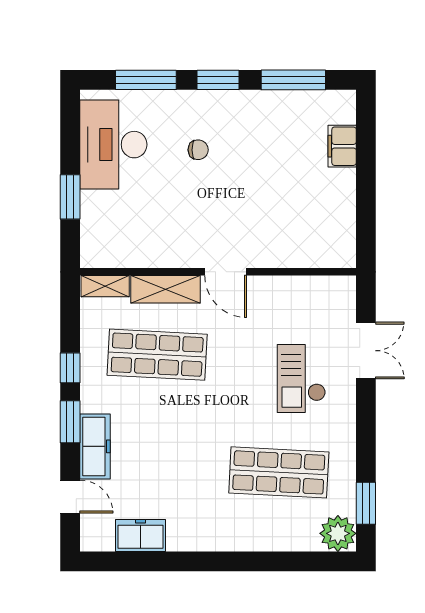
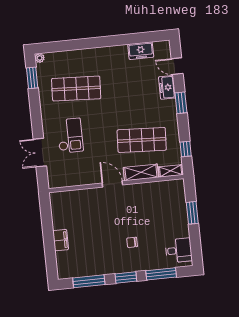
desk: (113, 145) -> (179, 250), width x0.53, depth x0.77
filing cabinet: (342, 146) -> (61, 240), moved
window: (70, 368) -> (186, 149), moved
freezer: (95, 446) -> (167, 87), width x0.71
plant: (338, 533) -> (40, 58), width x0.53, depth x0.53

